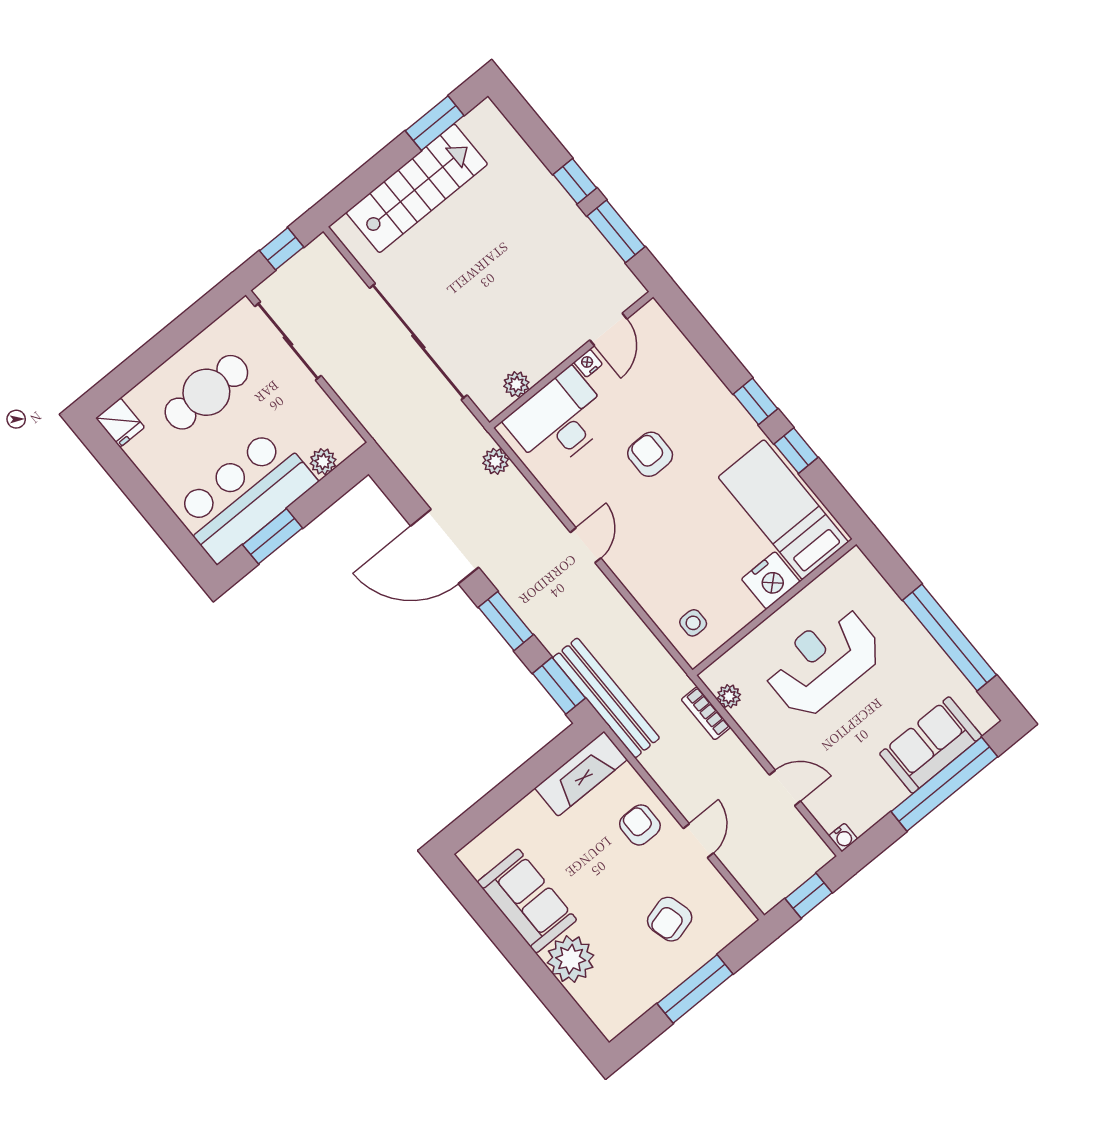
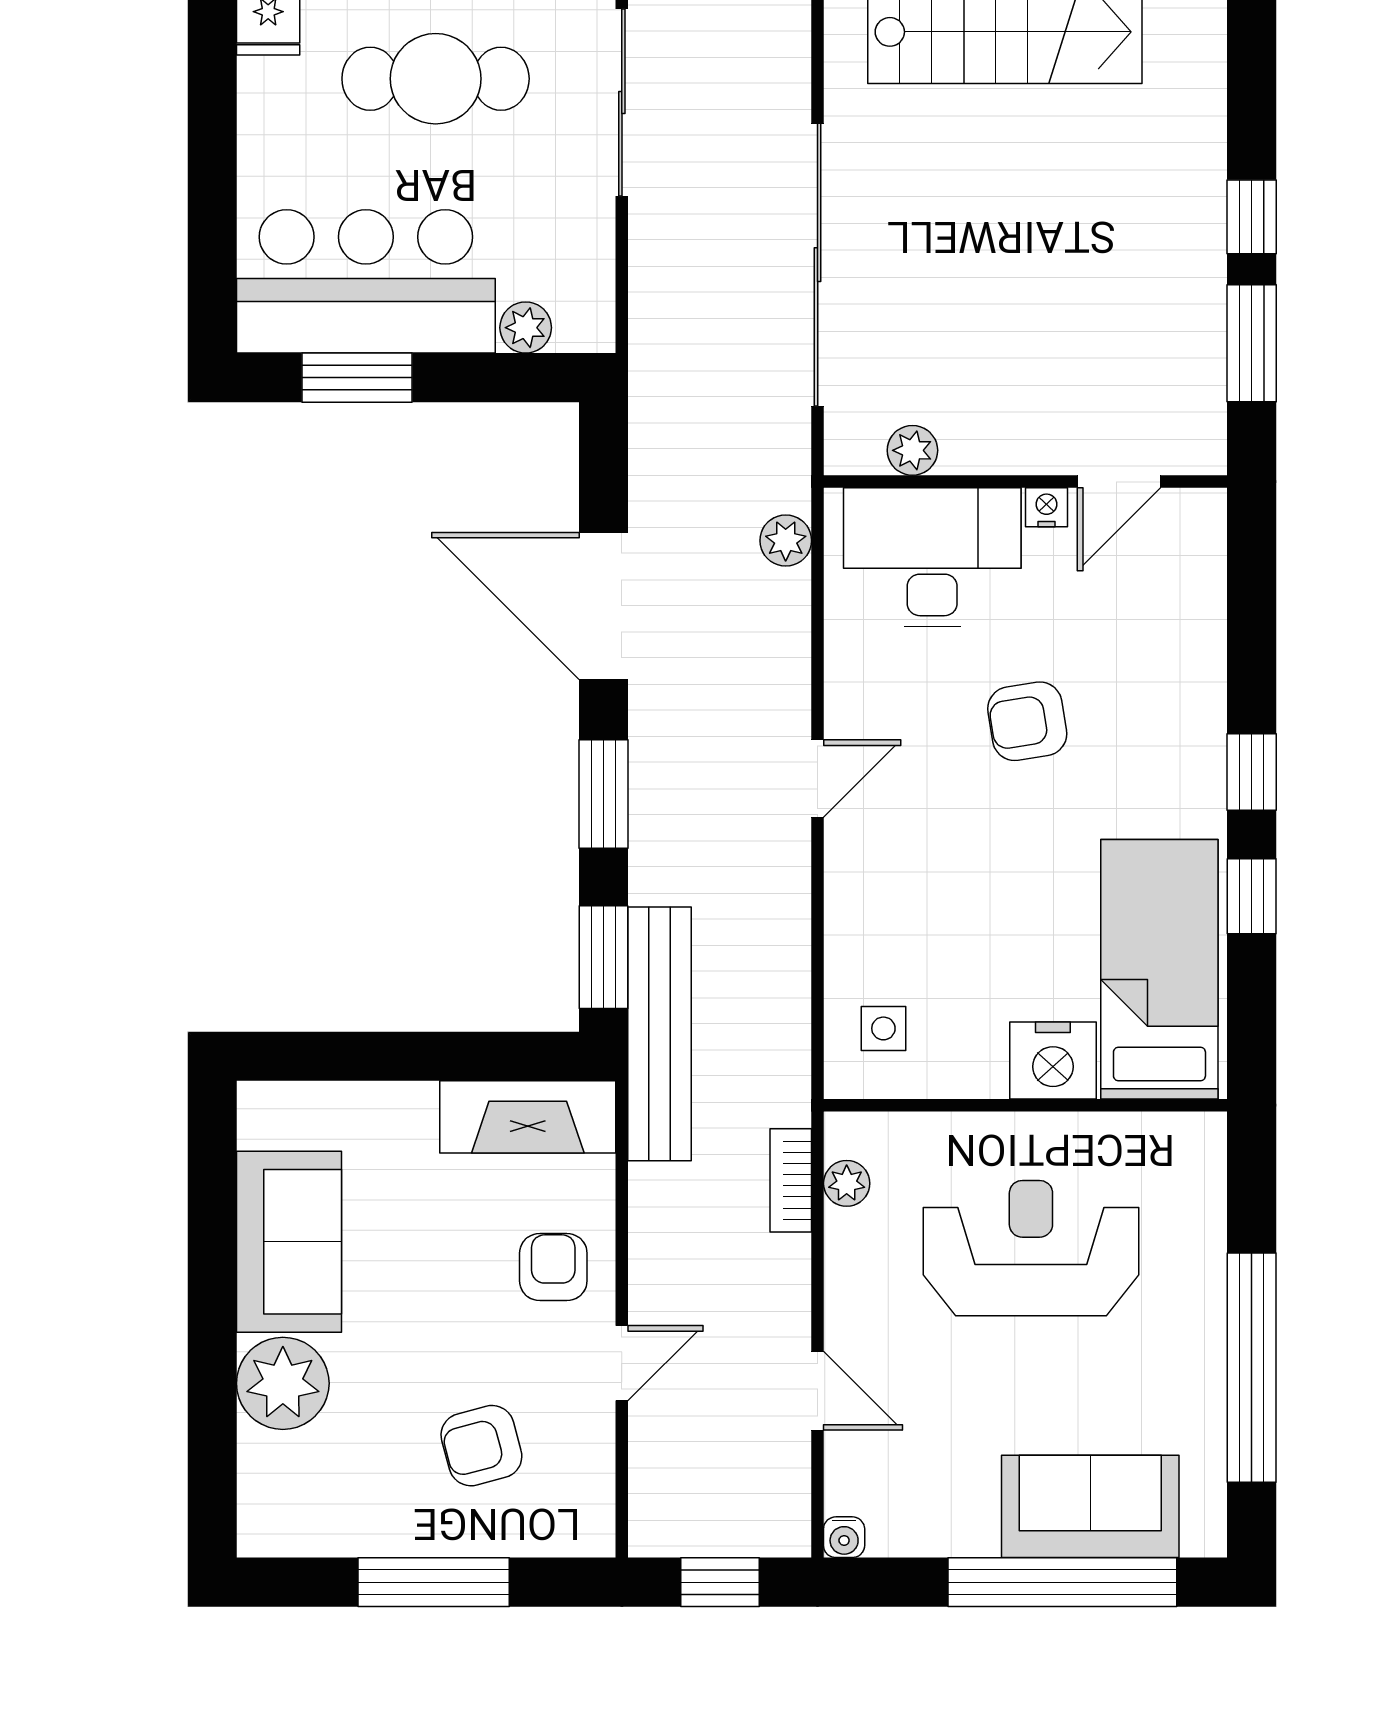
armchair: (650, 454) -> (1027, 721), turned -99

